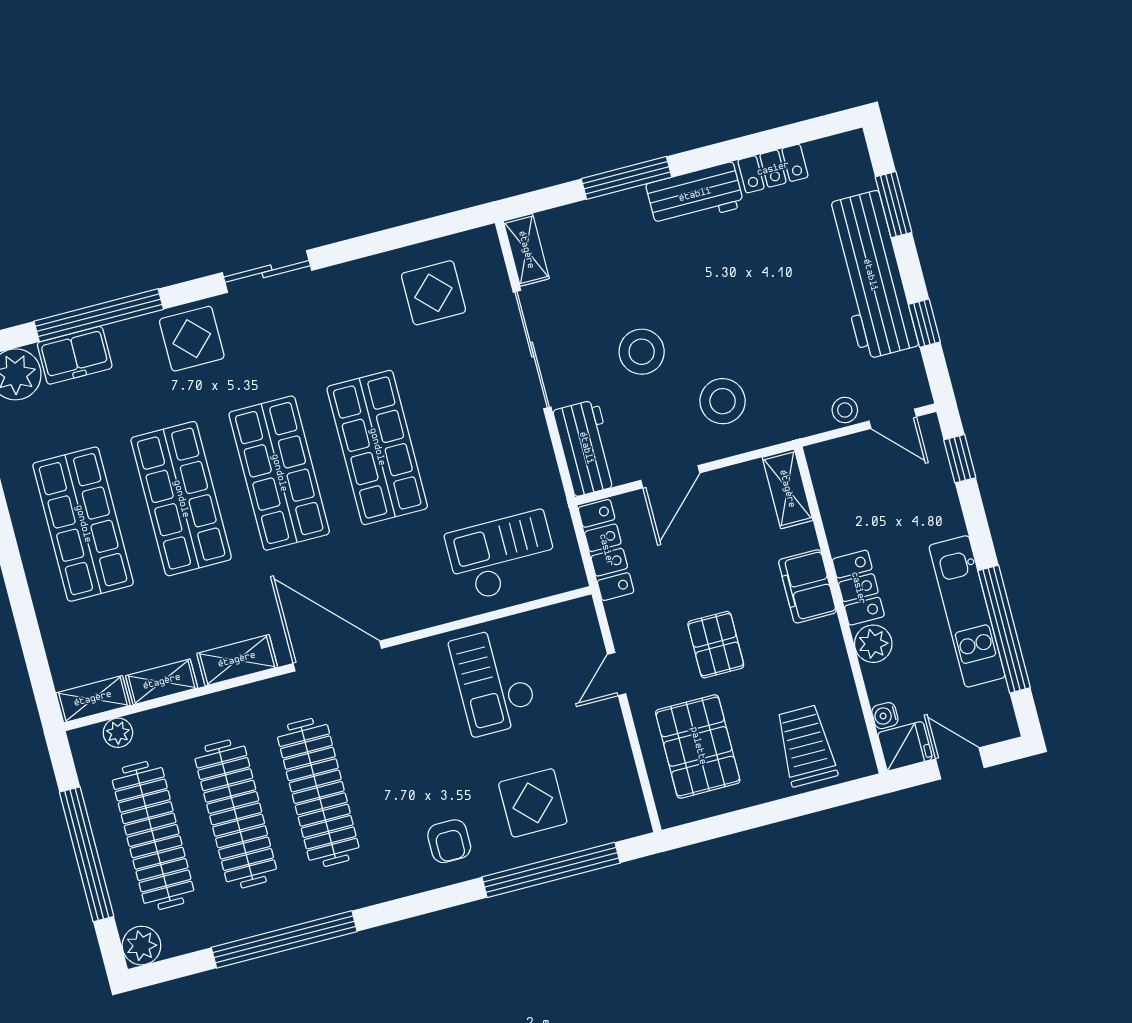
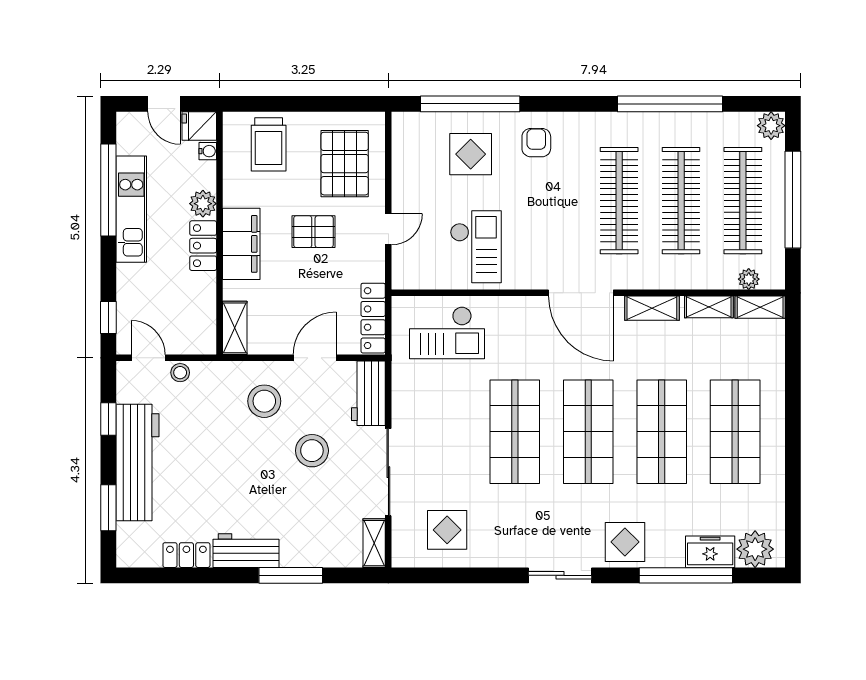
filing cabinet: (807, 586) -> (241, 244), width x1.50, depth x1.17
pallet: (716, 645) -> (313, 232), turned 90

